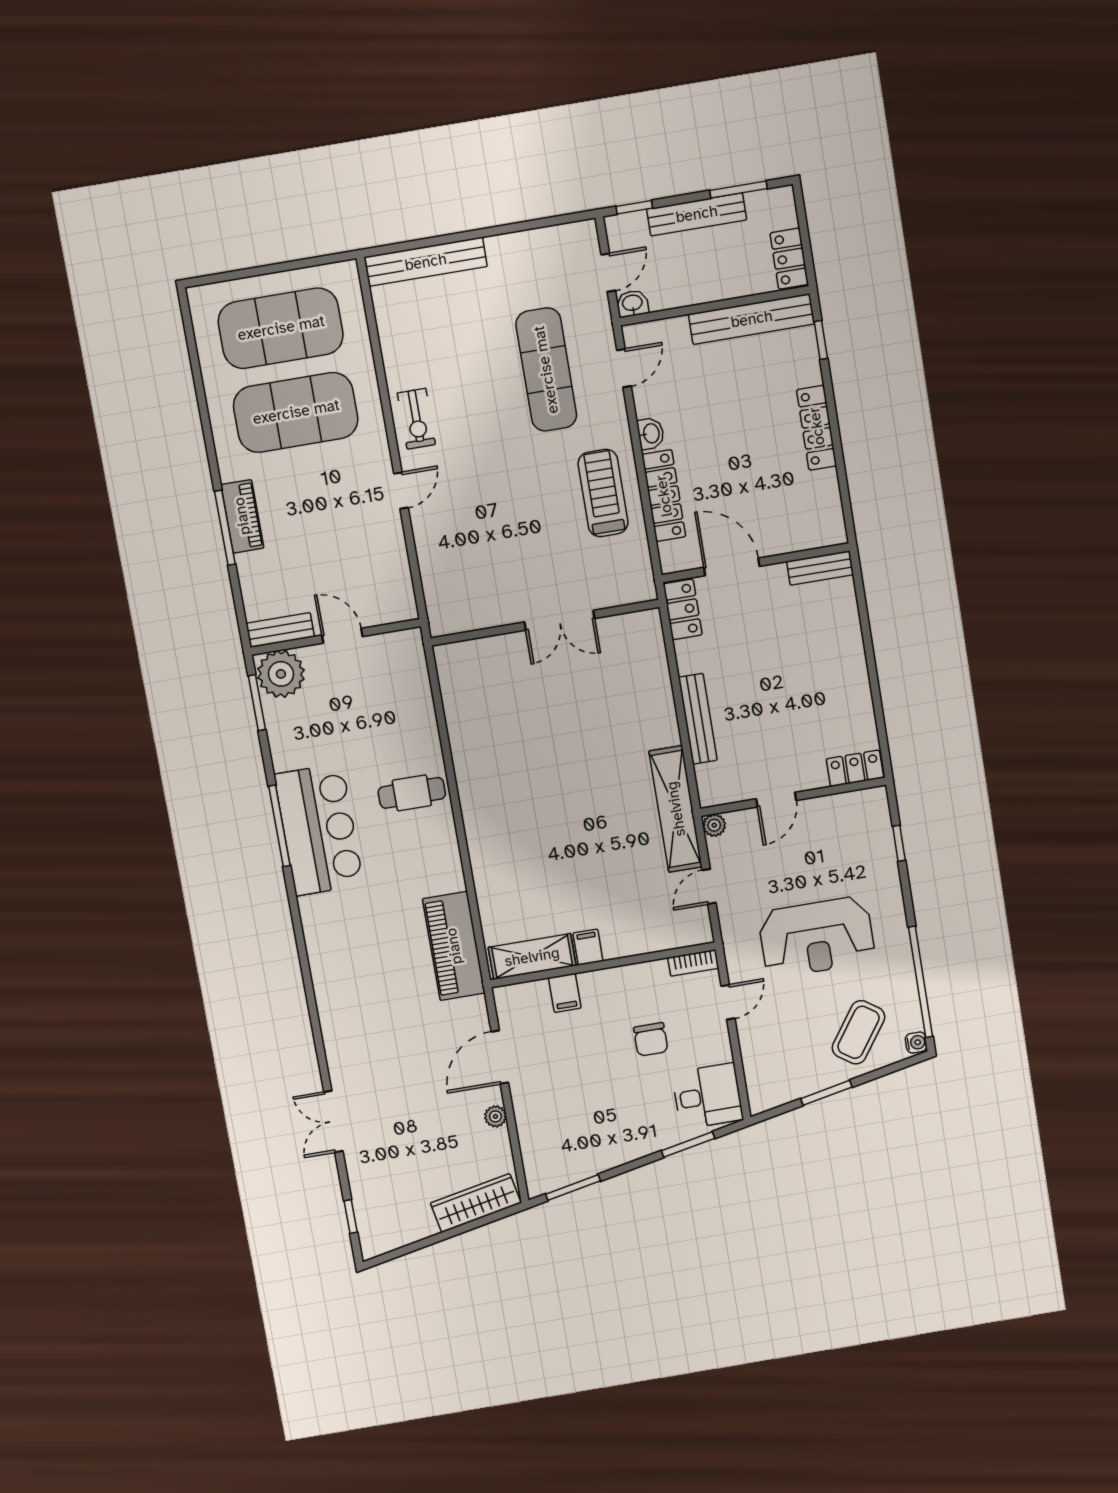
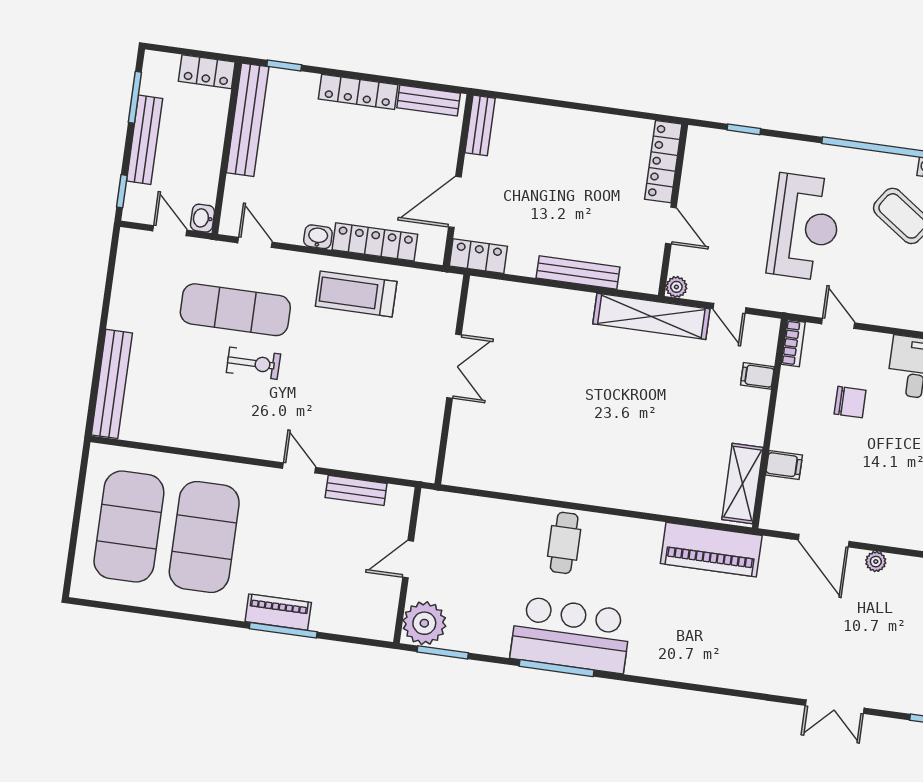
exercise bike: (416, 419) -> (253, 363), moved
bench: (830, 505) -> (429, 101), added
bench: (280, 630) -> (356, 490), moved, turned 90
locker: (855, 768) -> (663, 162), width x1.53
filing cabinet: (588, 947) -> (757, 376), moved

